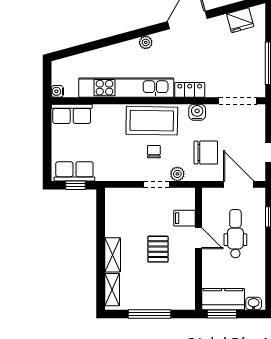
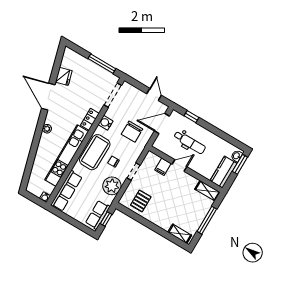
fridge: (240, 20) -> (64, 76), moved
row of seats: (72, 114) -> (66, 191), width x1.48
chair: (206, 153) -> (132, 132), turned 180
plant: (177, 174) -> (112, 186), moved, width x1.88, depth x1.88
dental chair: (235, 234) -> (190, 142), turned 180
pallet: (158, 249) -> (141, 201), moved, turned 90
shelving: (113, 255) -> (207, 191), moved
window: (222, 314) -> (240, 164), moved

